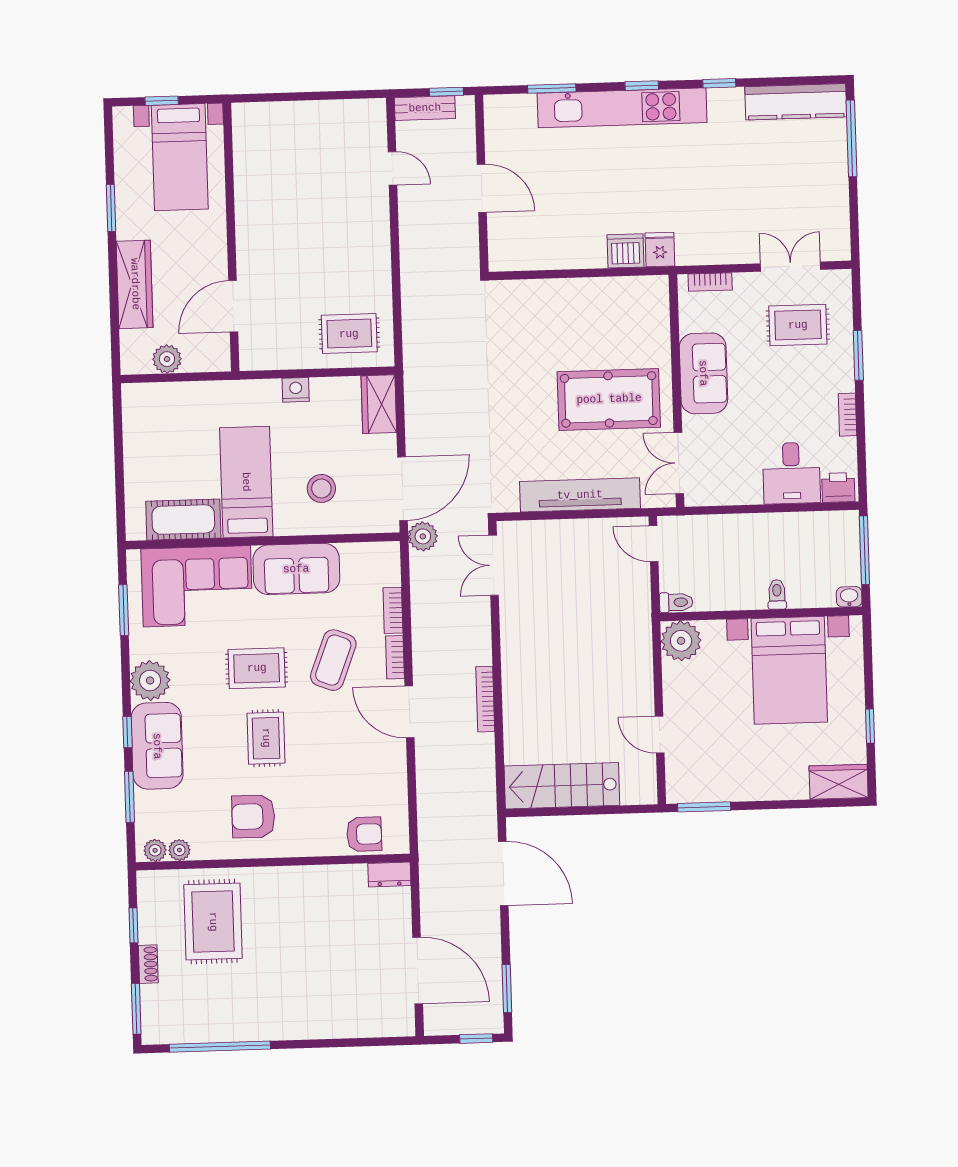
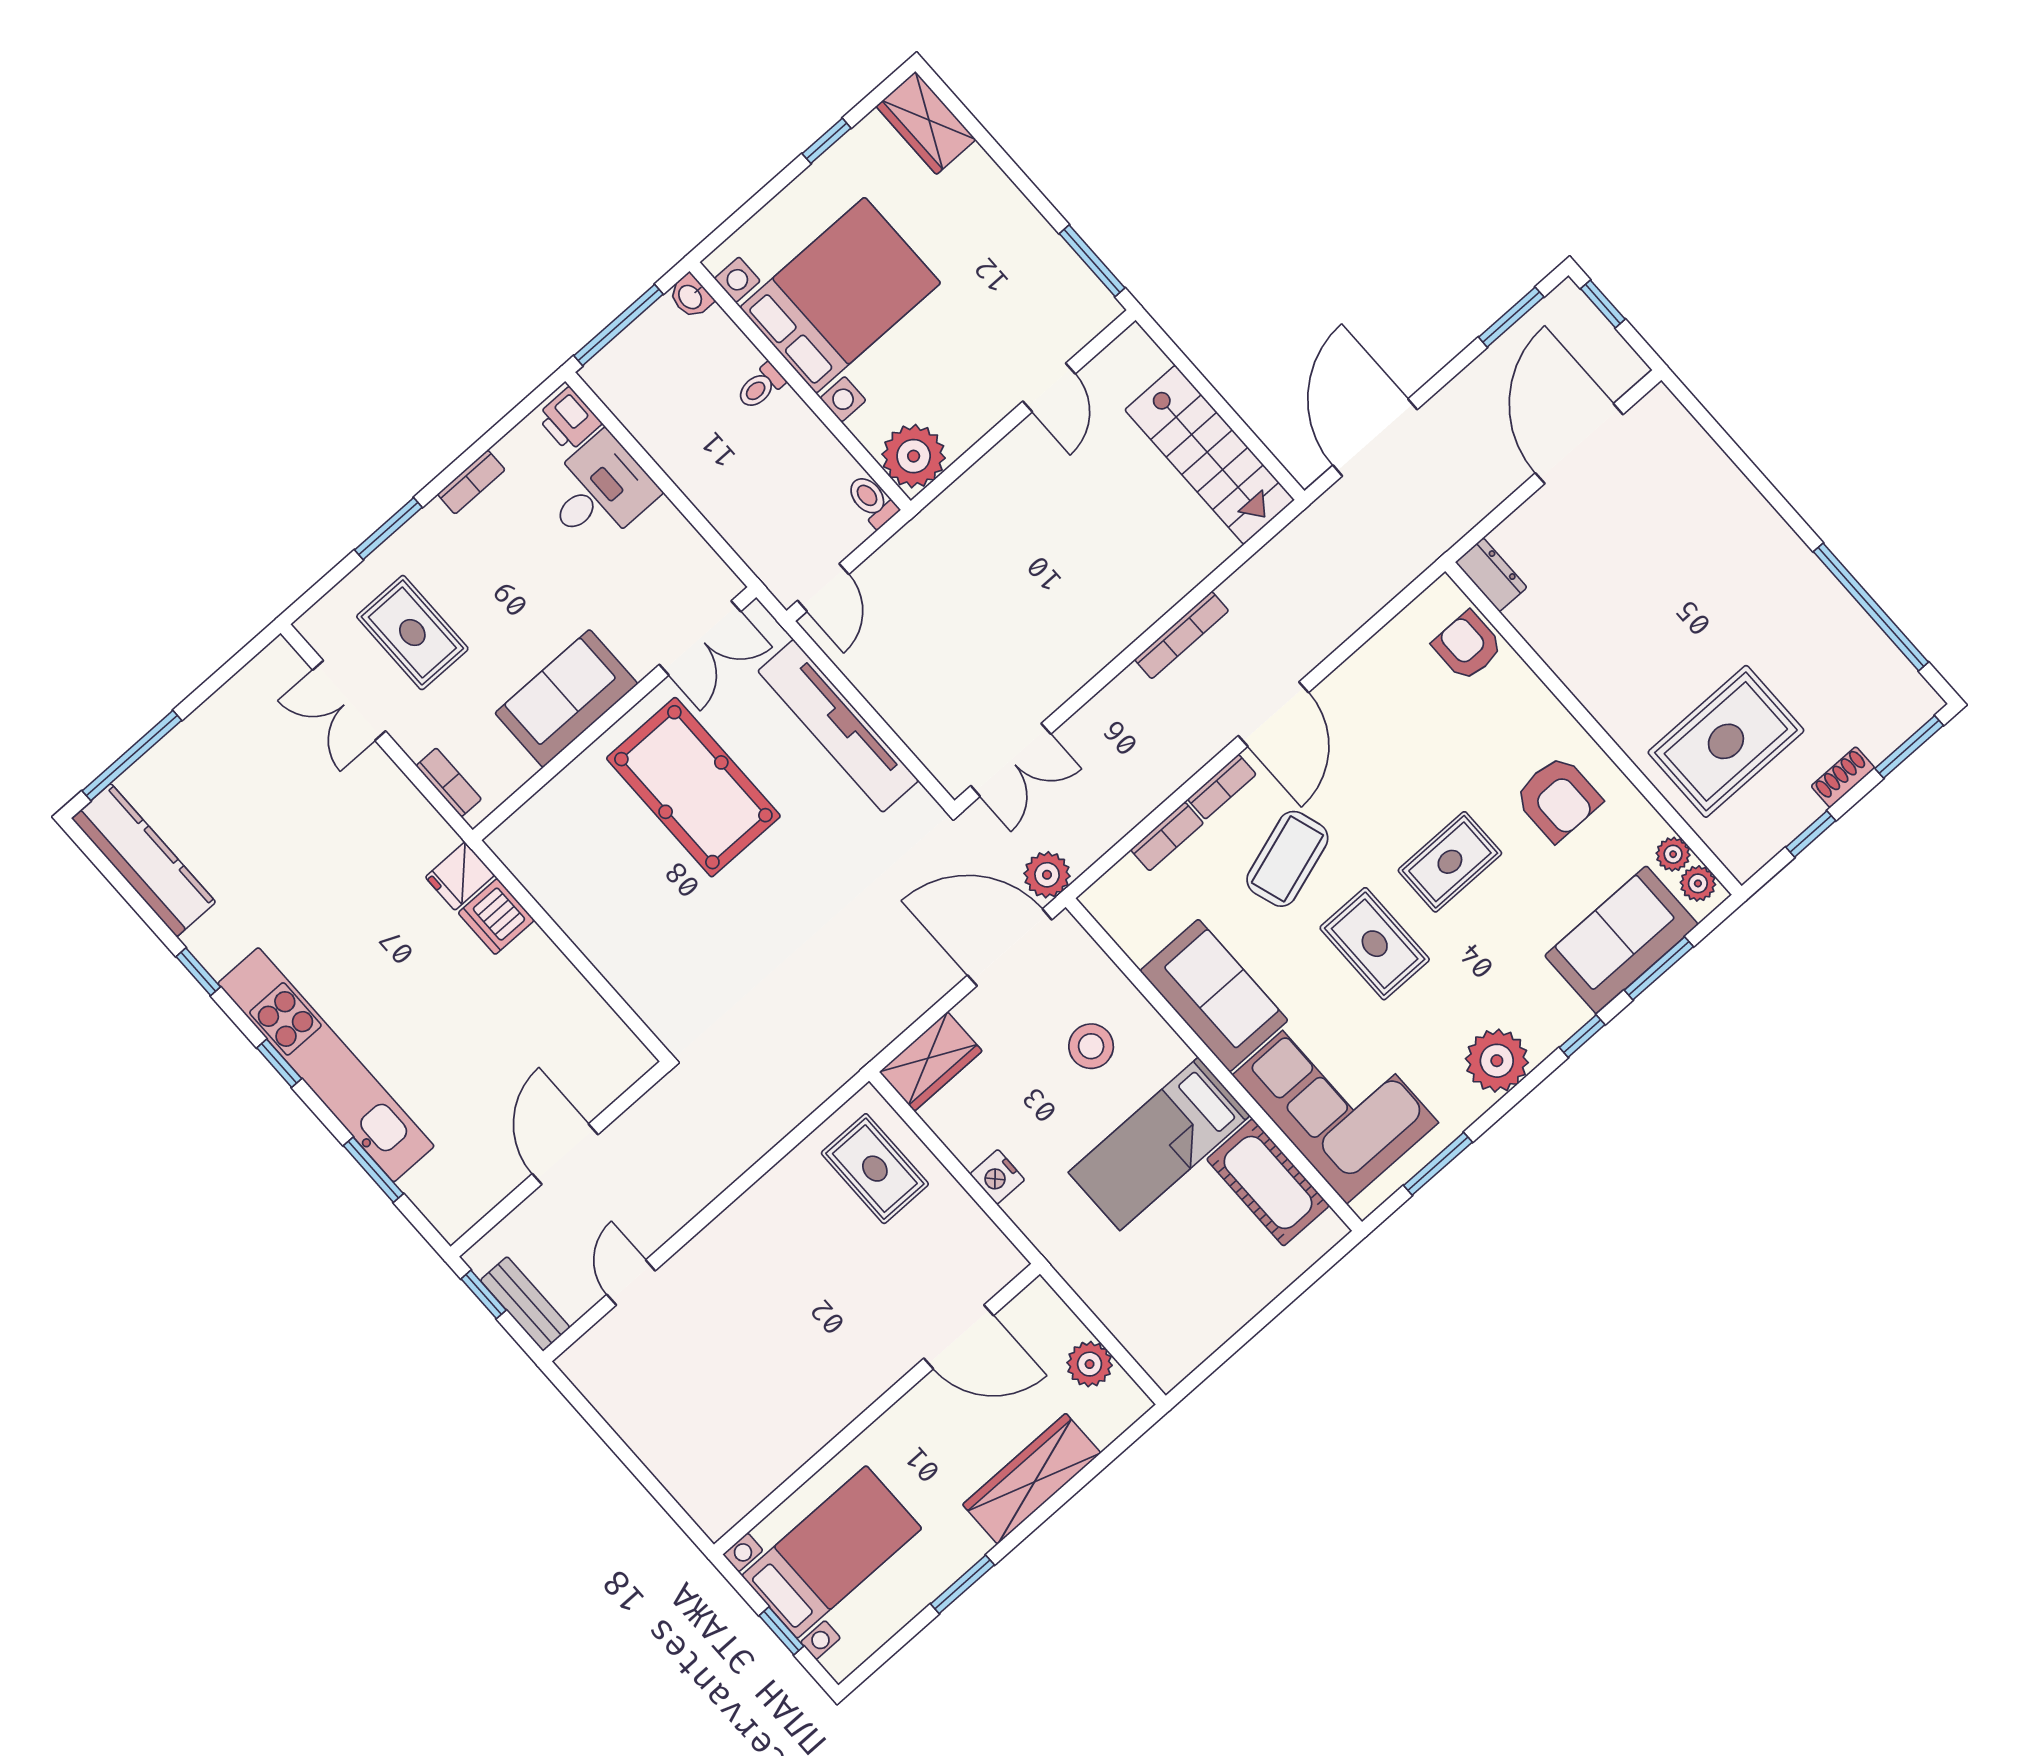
coffee table: (333, 660) -> (1287, 859), turned -39
sofa: (157, 746) -> (1621, 940), moved

